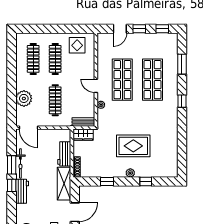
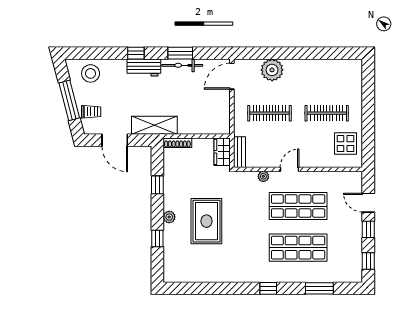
clothes rail: (33, 59) -> (327, 83), removed
workbench: (64, 154) -> (195, 126), removed
window: (12, 185) -> (136, 53), moved

